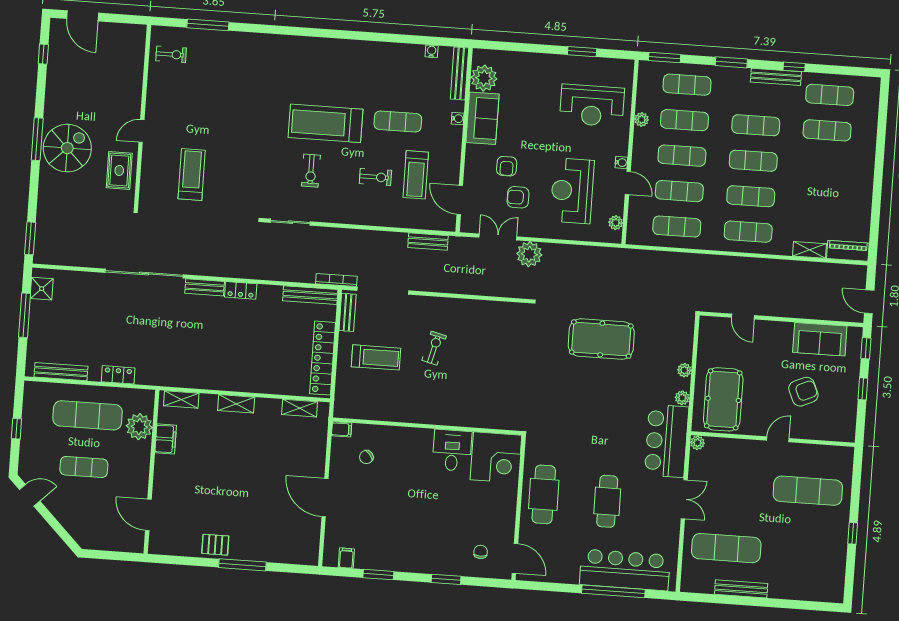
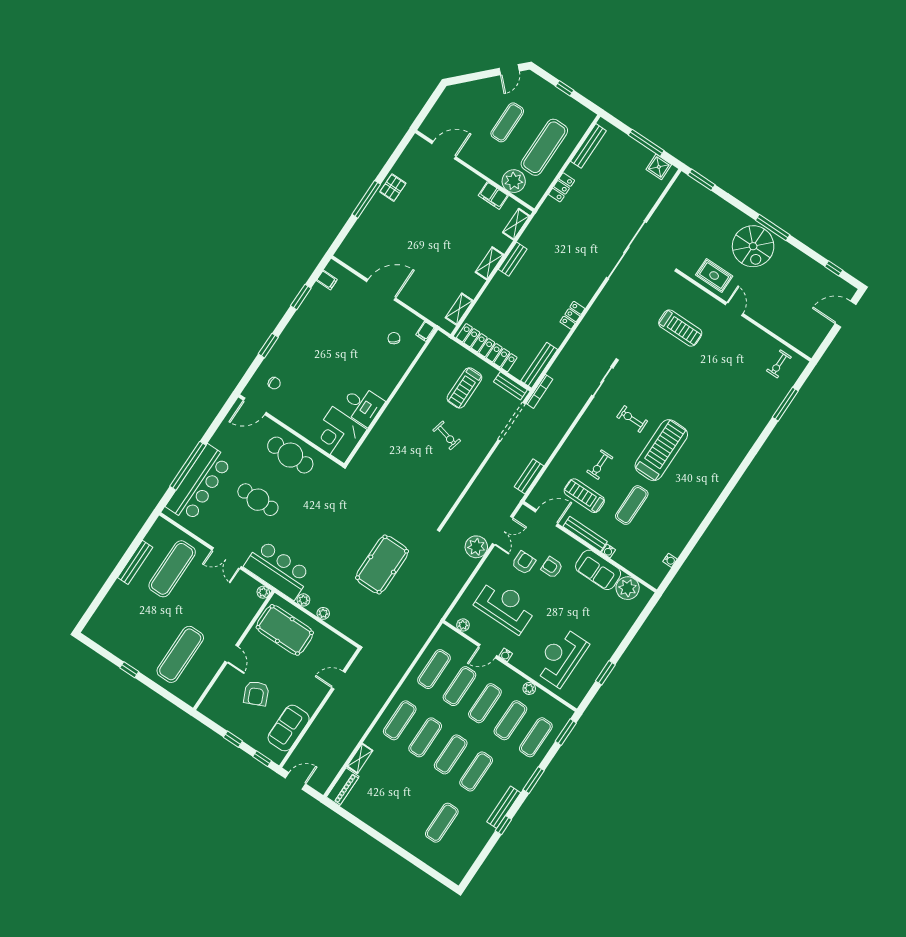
bench: (459, 73) -> (585, 534), moved
exercise mat: (830, 95) -> (467, 840), removed
bench: (205, 287) -> (513, 259), moved

